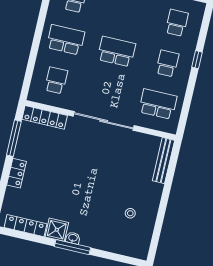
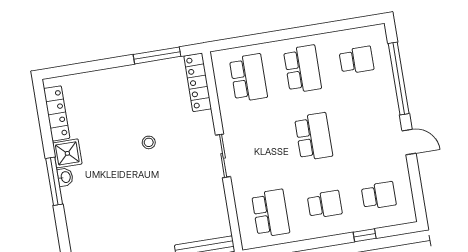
window: (197, 60) -> (365, 235), moved
school desk: (56, 80) -> (248, 78), width x1.85
sliding door: (104, 121) -> (223, 156), width x0.54
locker: (17, 173) -> (116, 76), removed
stool: (130, 213) -> (149, 142), moved

